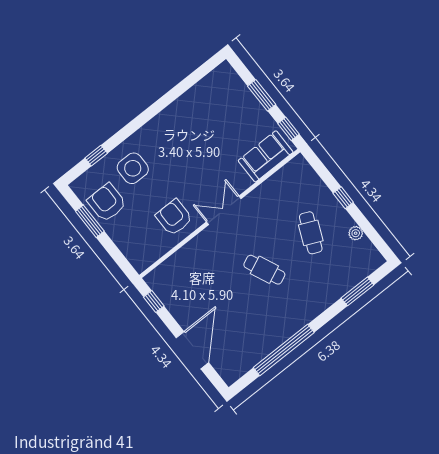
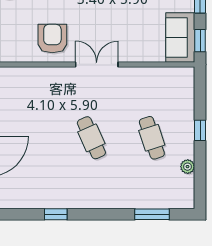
sofa: (266, 156) -> (180, 37), moved, turned -90
cafe table: (311, 233) -> (152, 138), turned -42
window: (284, 350) -> (56, 214), width x0.32

